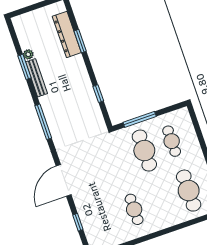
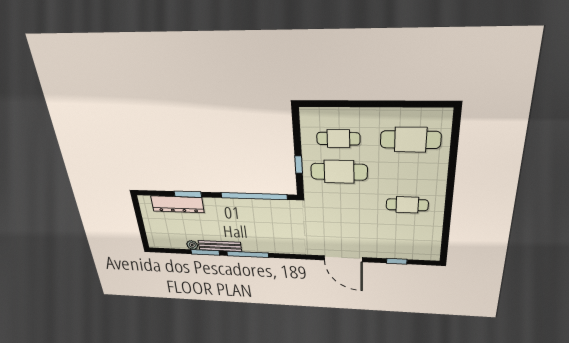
window: (98, 94) -> (254, 196), width x3.17
window: (140, 119) -> (299, 165), width x0.46
window: (43, 122) -> (248, 254), moved

